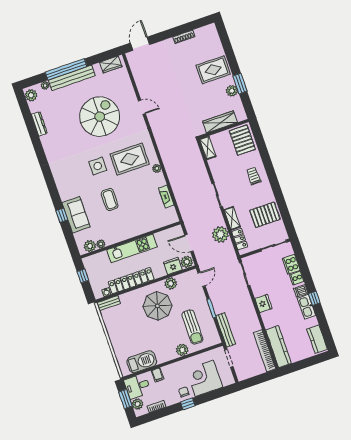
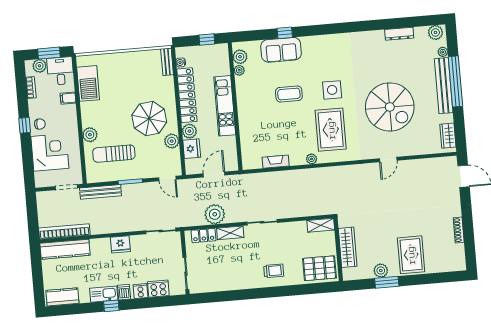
pallet: (265, 215) -> (225, 273), removed
plant: (187, 262) -> (189, 131), moved

